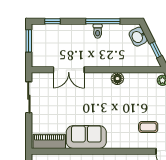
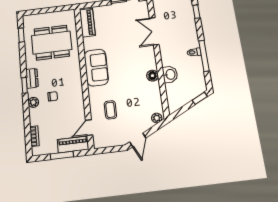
washbasin: (138, 37) -> (170, 74), moved, turned 117
window: (156, 50) -> (200, 98), moved
sofa: (86, 137) -> (96, 68), moved

